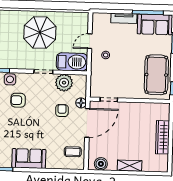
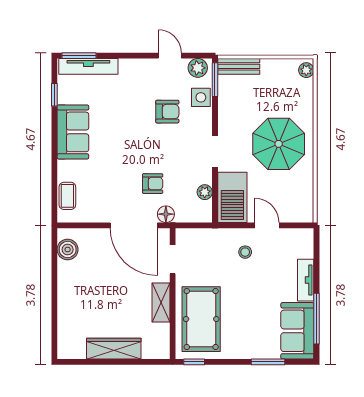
pool table: (156, 75) -> (201, 319), moved, turned 90
plant: (64, 83) -> (205, 192), width x0.53, depth x0.53
armchair: (18, 100) -> (167, 112), turned 90
coffee table: (73, 152) -> (67, 196), moved
shelving: (130, 166) -> (161, 303), moved

